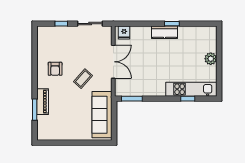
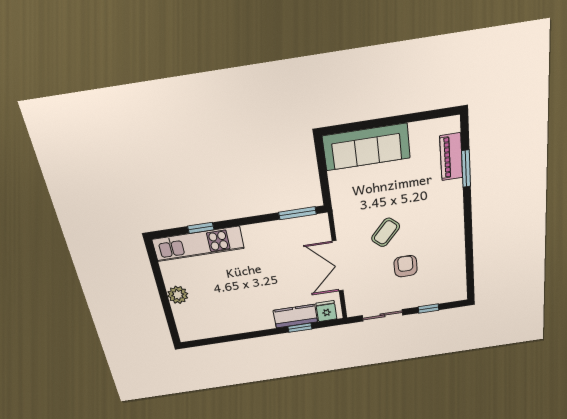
window: (172, 24) -> (300, 328), moved
kitchen counter: (164, 32) -> (295, 316), moved
armchair: (55, 69) -> (406, 266), moved
piano: (43, 102) -> (451, 157), moved
sofa: (102, 115) -> (366, 147), moved, turned 90

